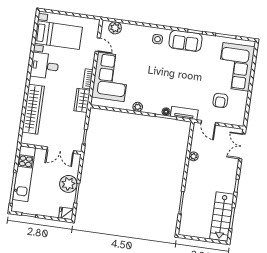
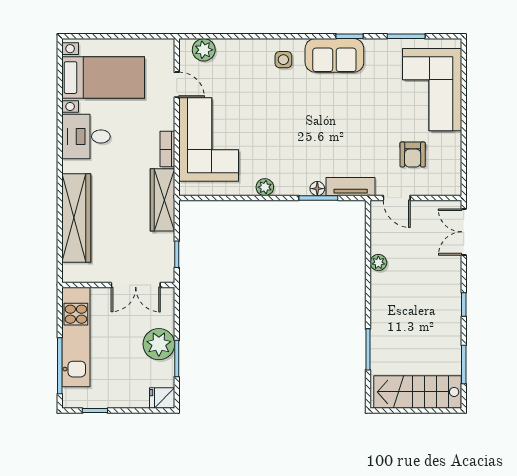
wardrobe: (82, 100) -> (162, 200), width x1.50
stairs: (222, 217) -> (417, 392), moved, turned 90

